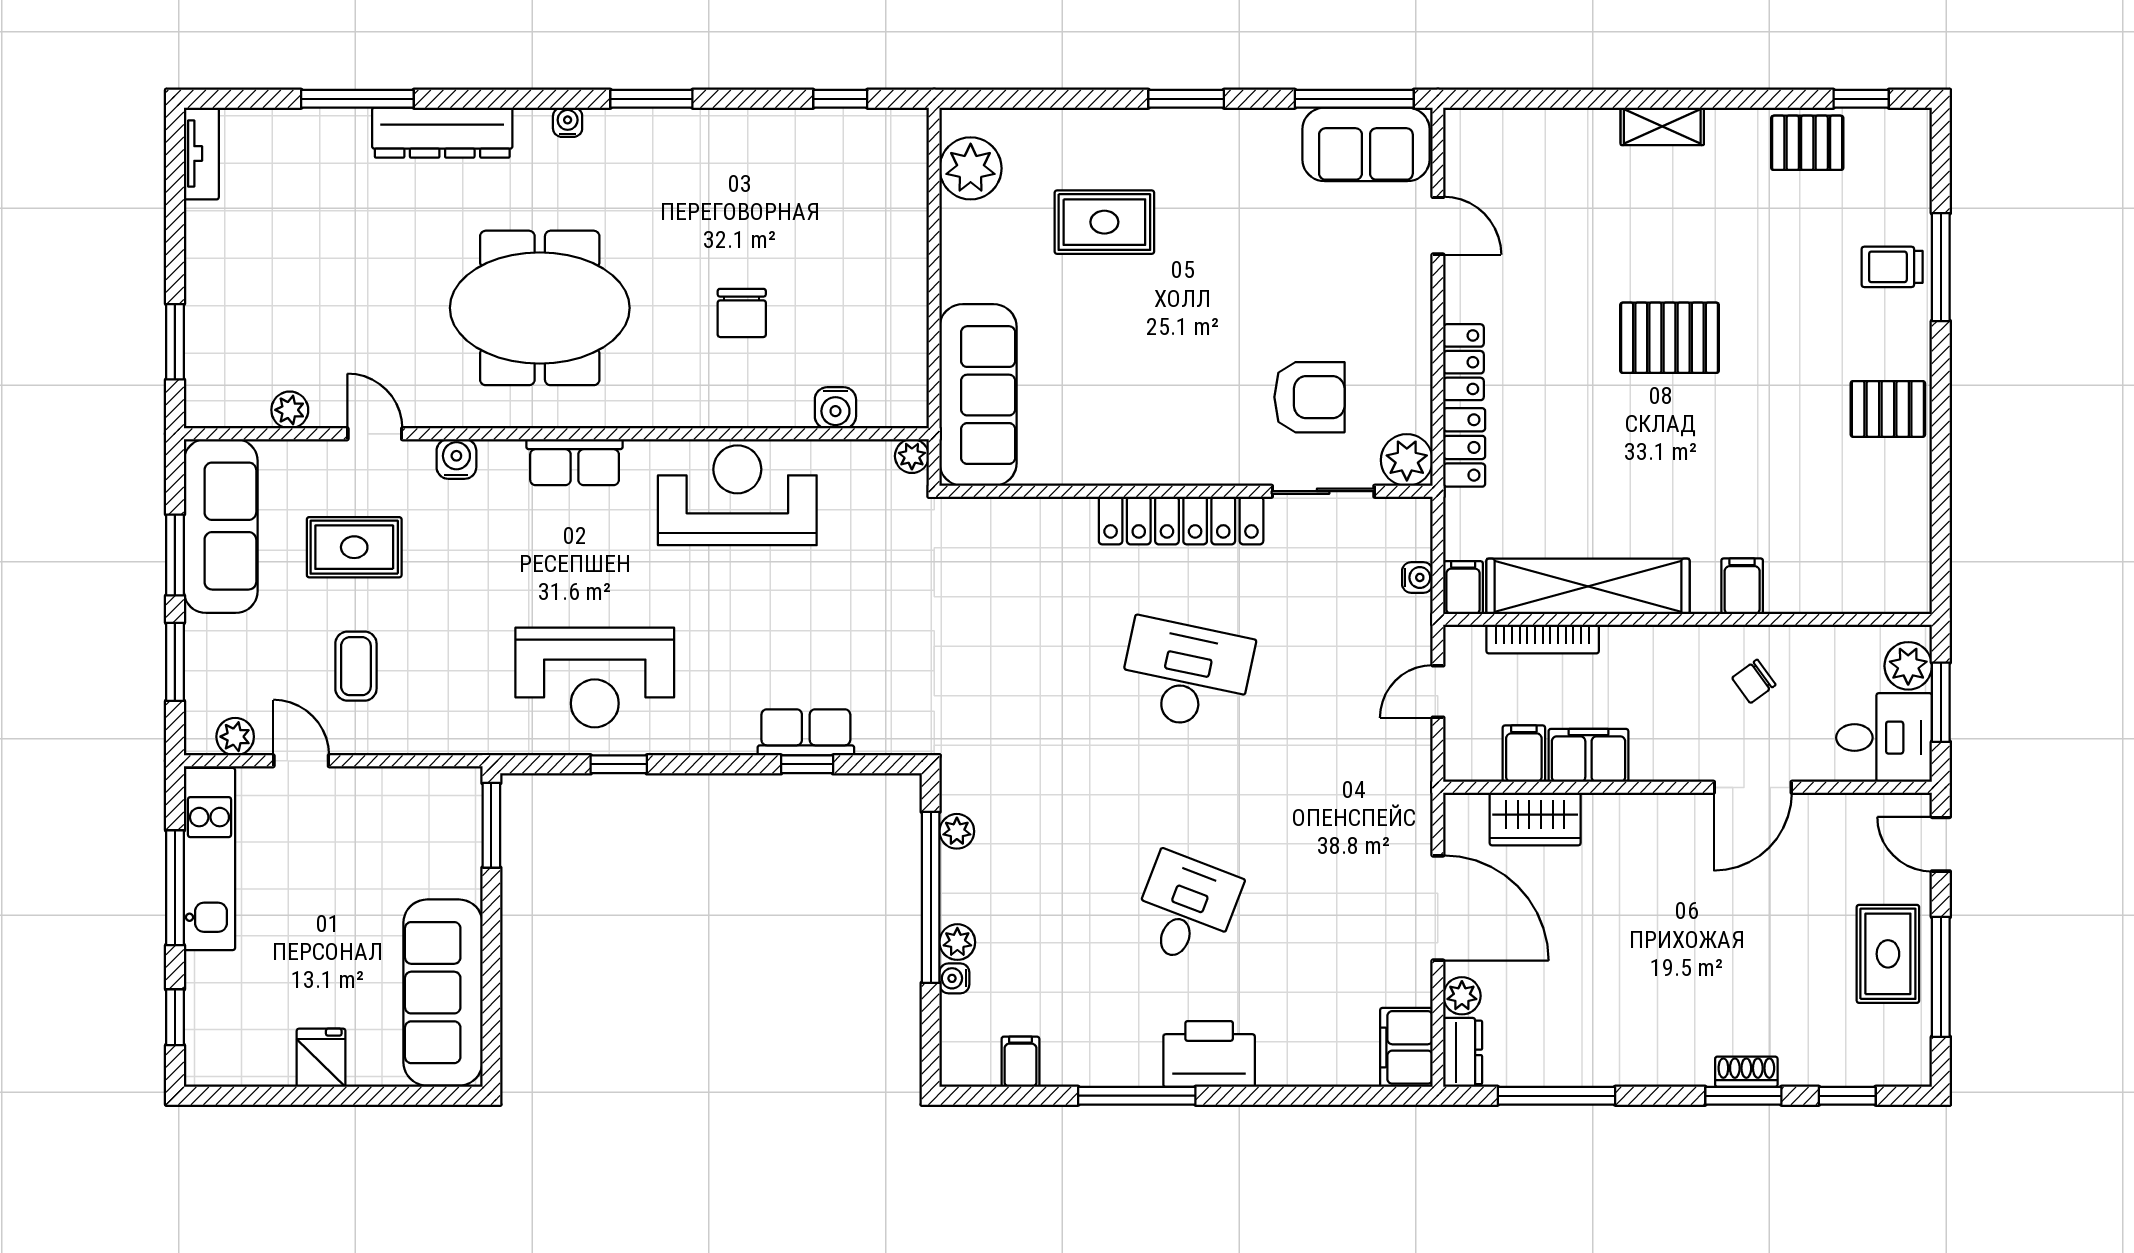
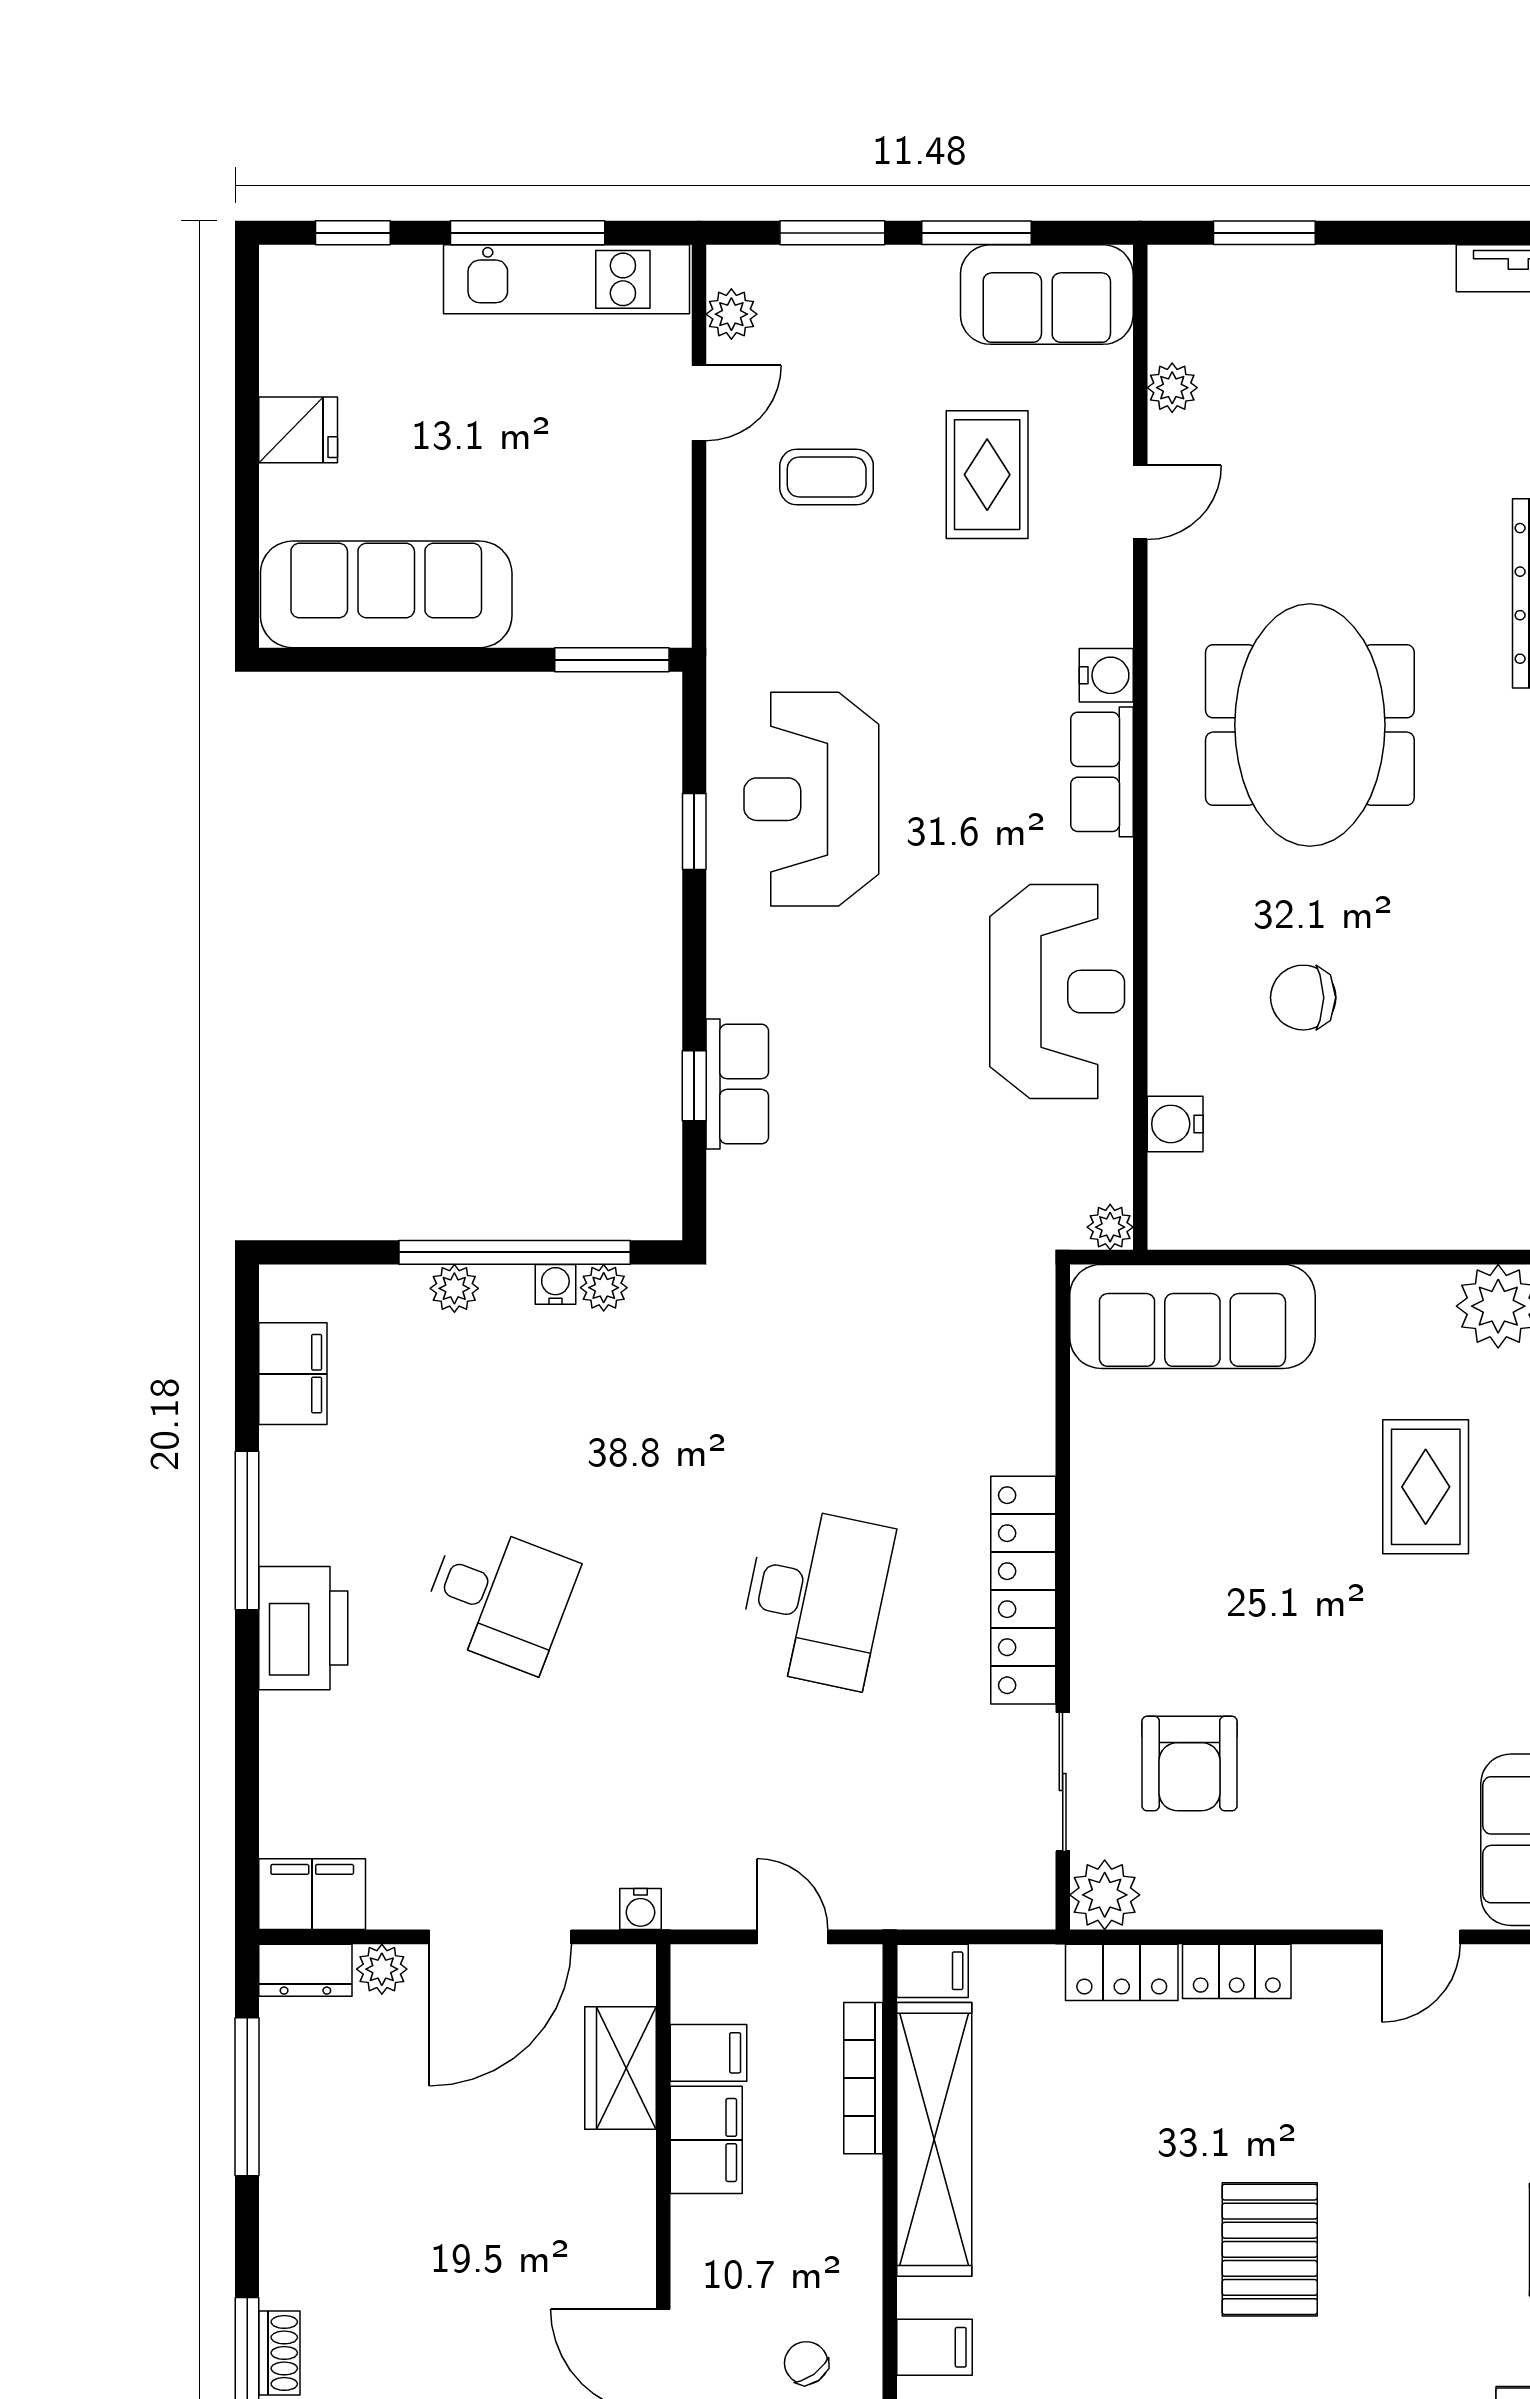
water cooler: (456, 459) -> (1106, 675), moved
sofa: (221, 526) -> (1047, 295), width x0.73
water cooler: (1417, 577) -> (640, 1909), moved
water cooler: (954, 978) -> (555, 1284), moved
filing cabinet: (1020, 1062) -> (293, 1374), width x2.00

